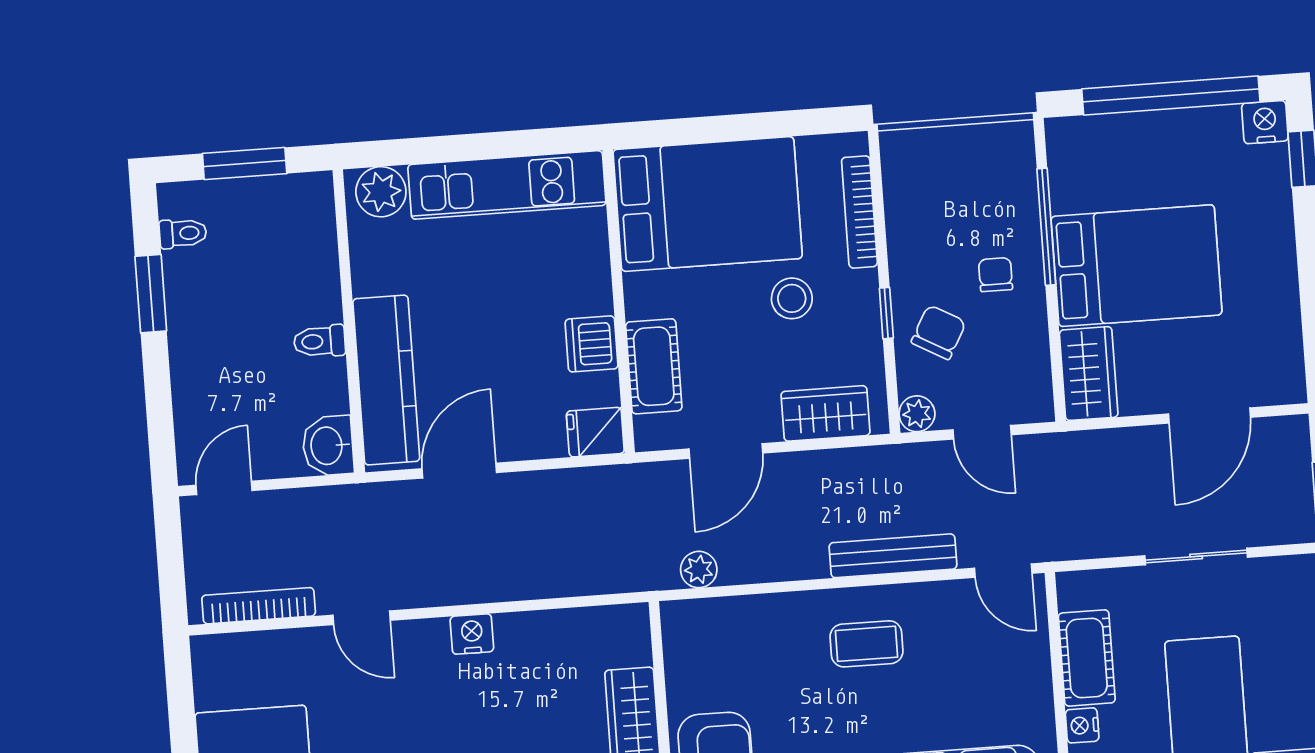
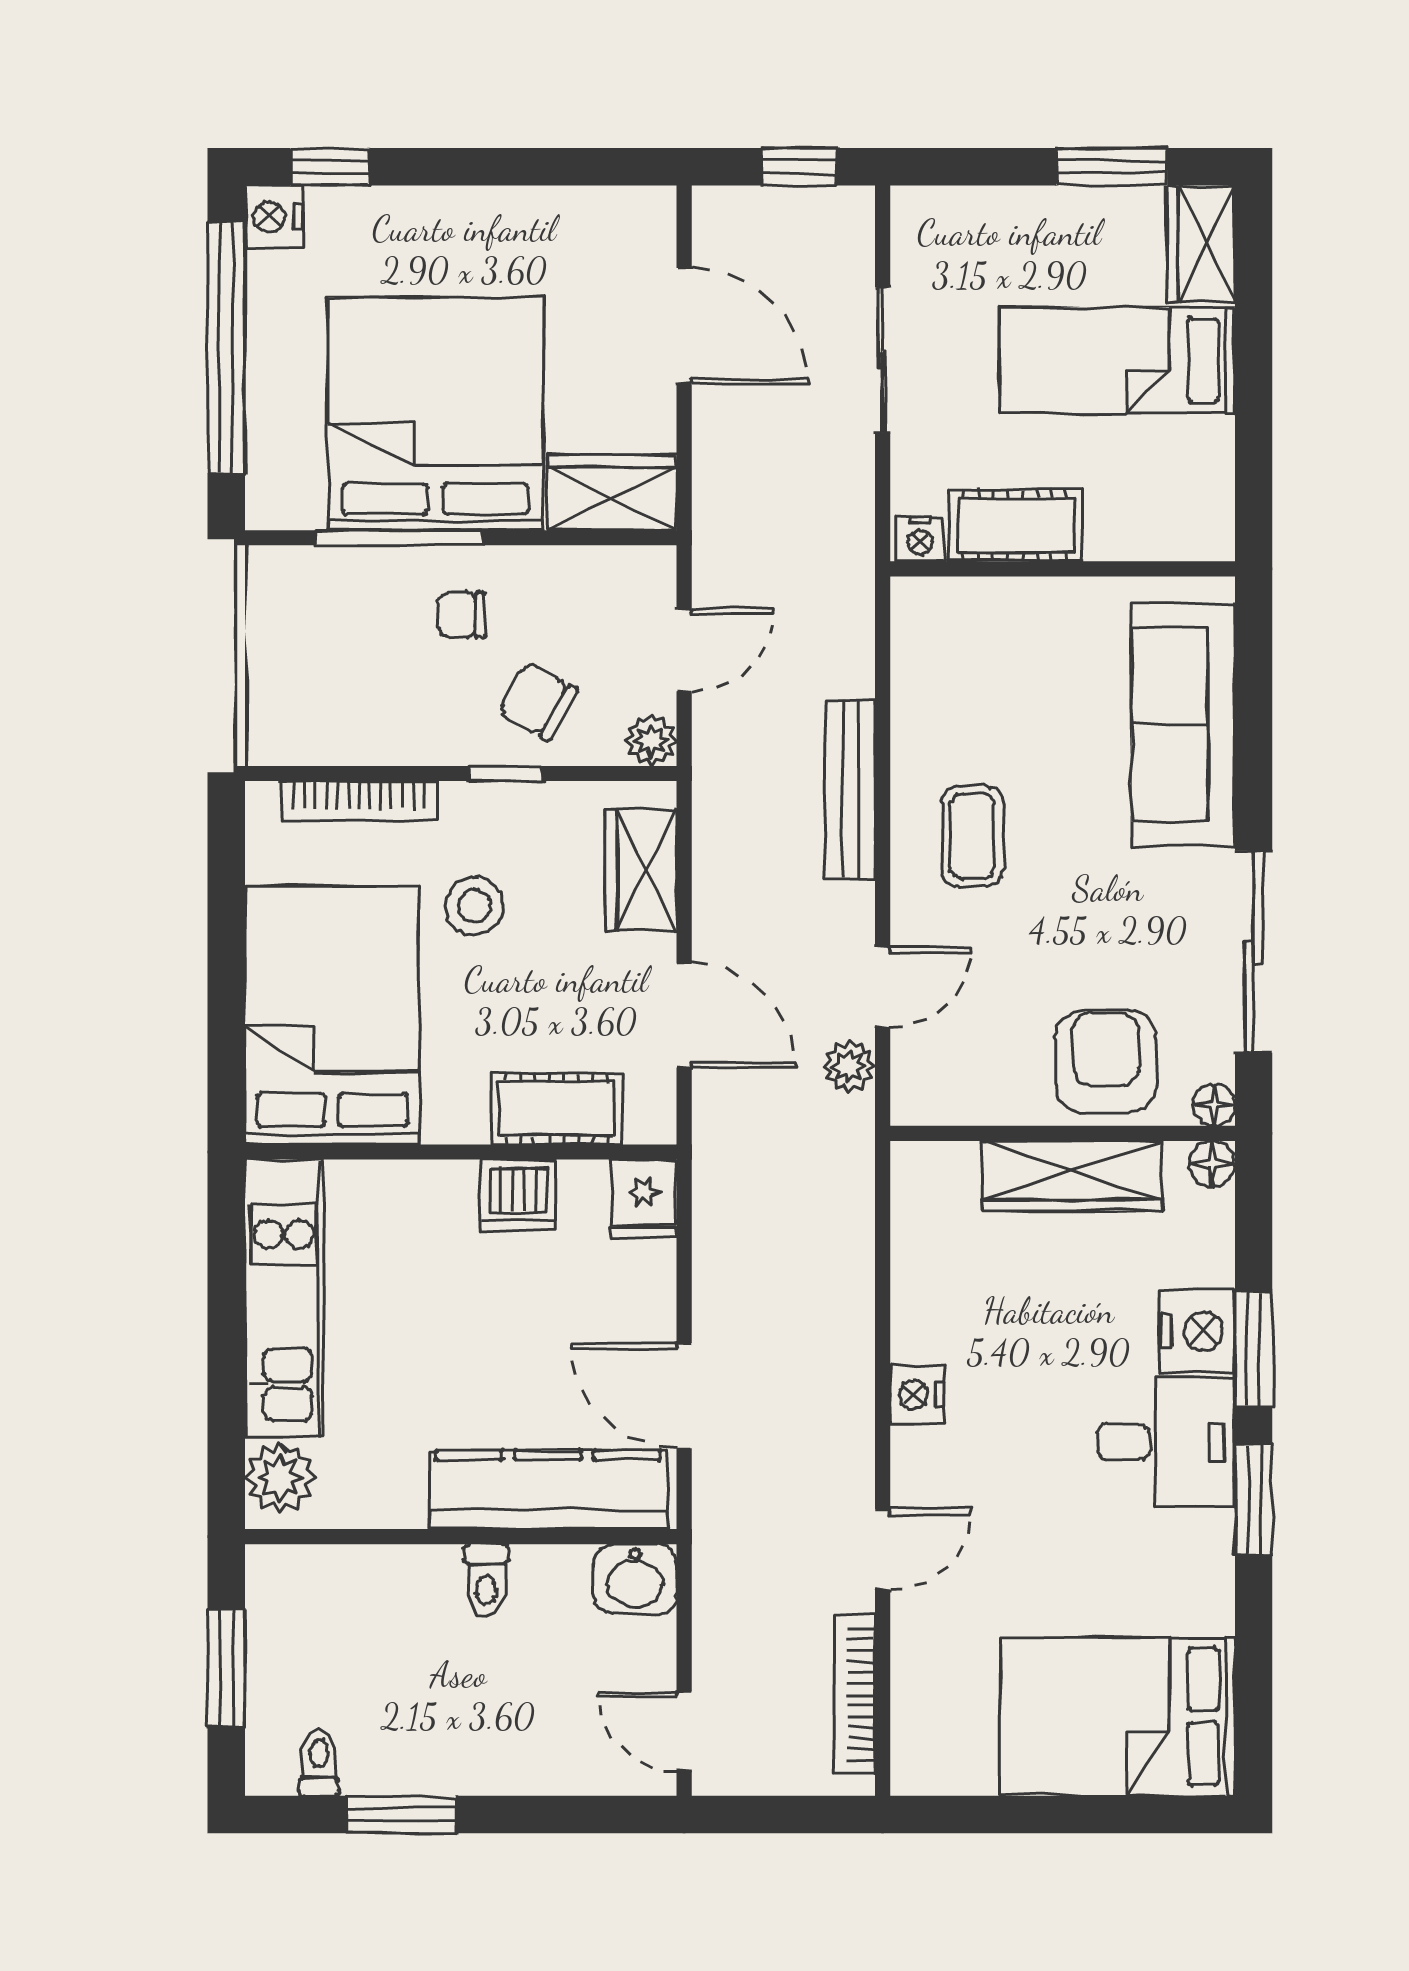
bed: (1136, 266) -> (435, 414), width x1.36
door: (1003, 571) -> (883, 987), moved
nightstand: (1082, 725) -> (920, 539), moved

